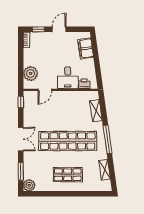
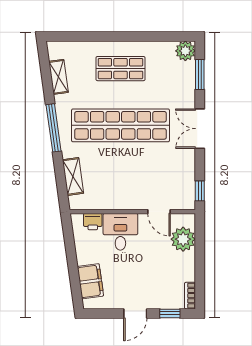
door: (45, 90) -> (159, 212), swing flipped

